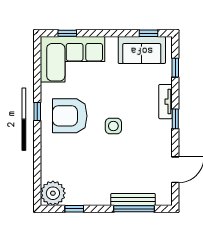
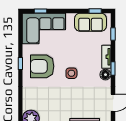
floor lamp: (164, 128) -> (105, 75), added

